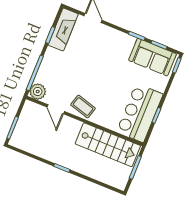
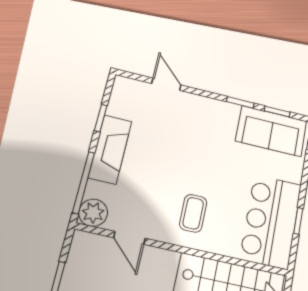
fireplace: (63, 29) -> (110, 149), moved
coffee table: (83, 107) -> (193, 213), moved, turned 74

